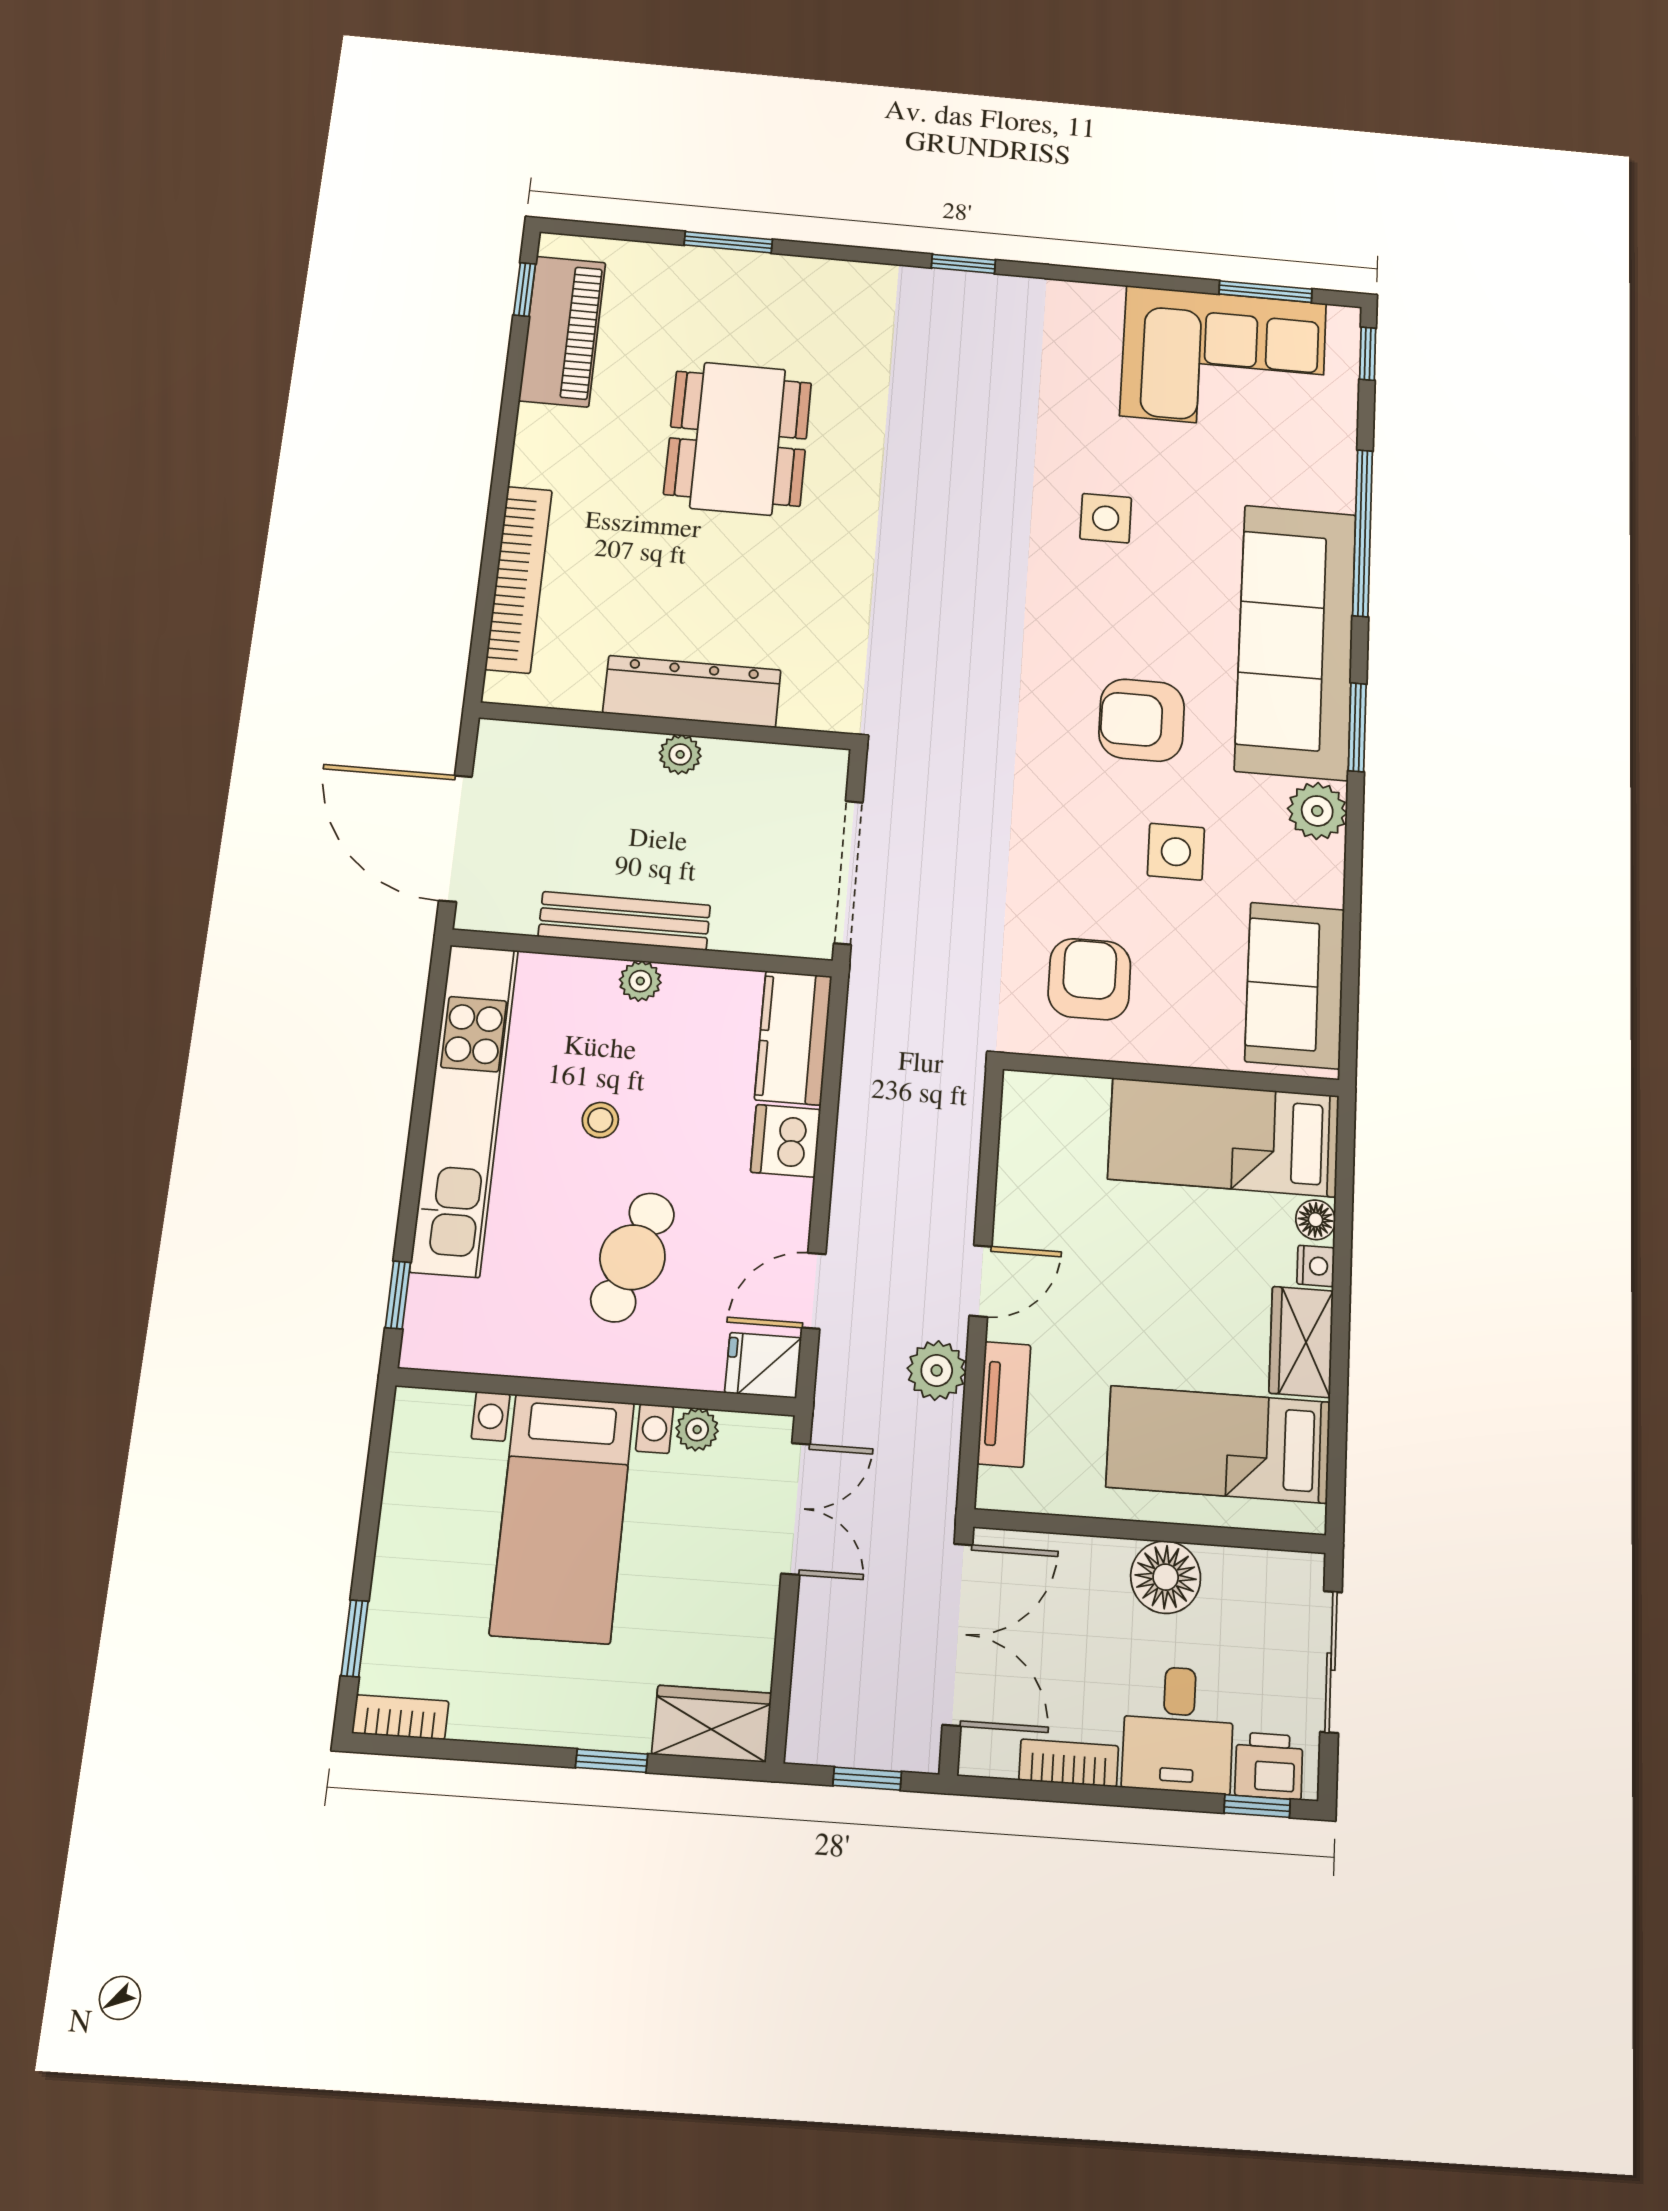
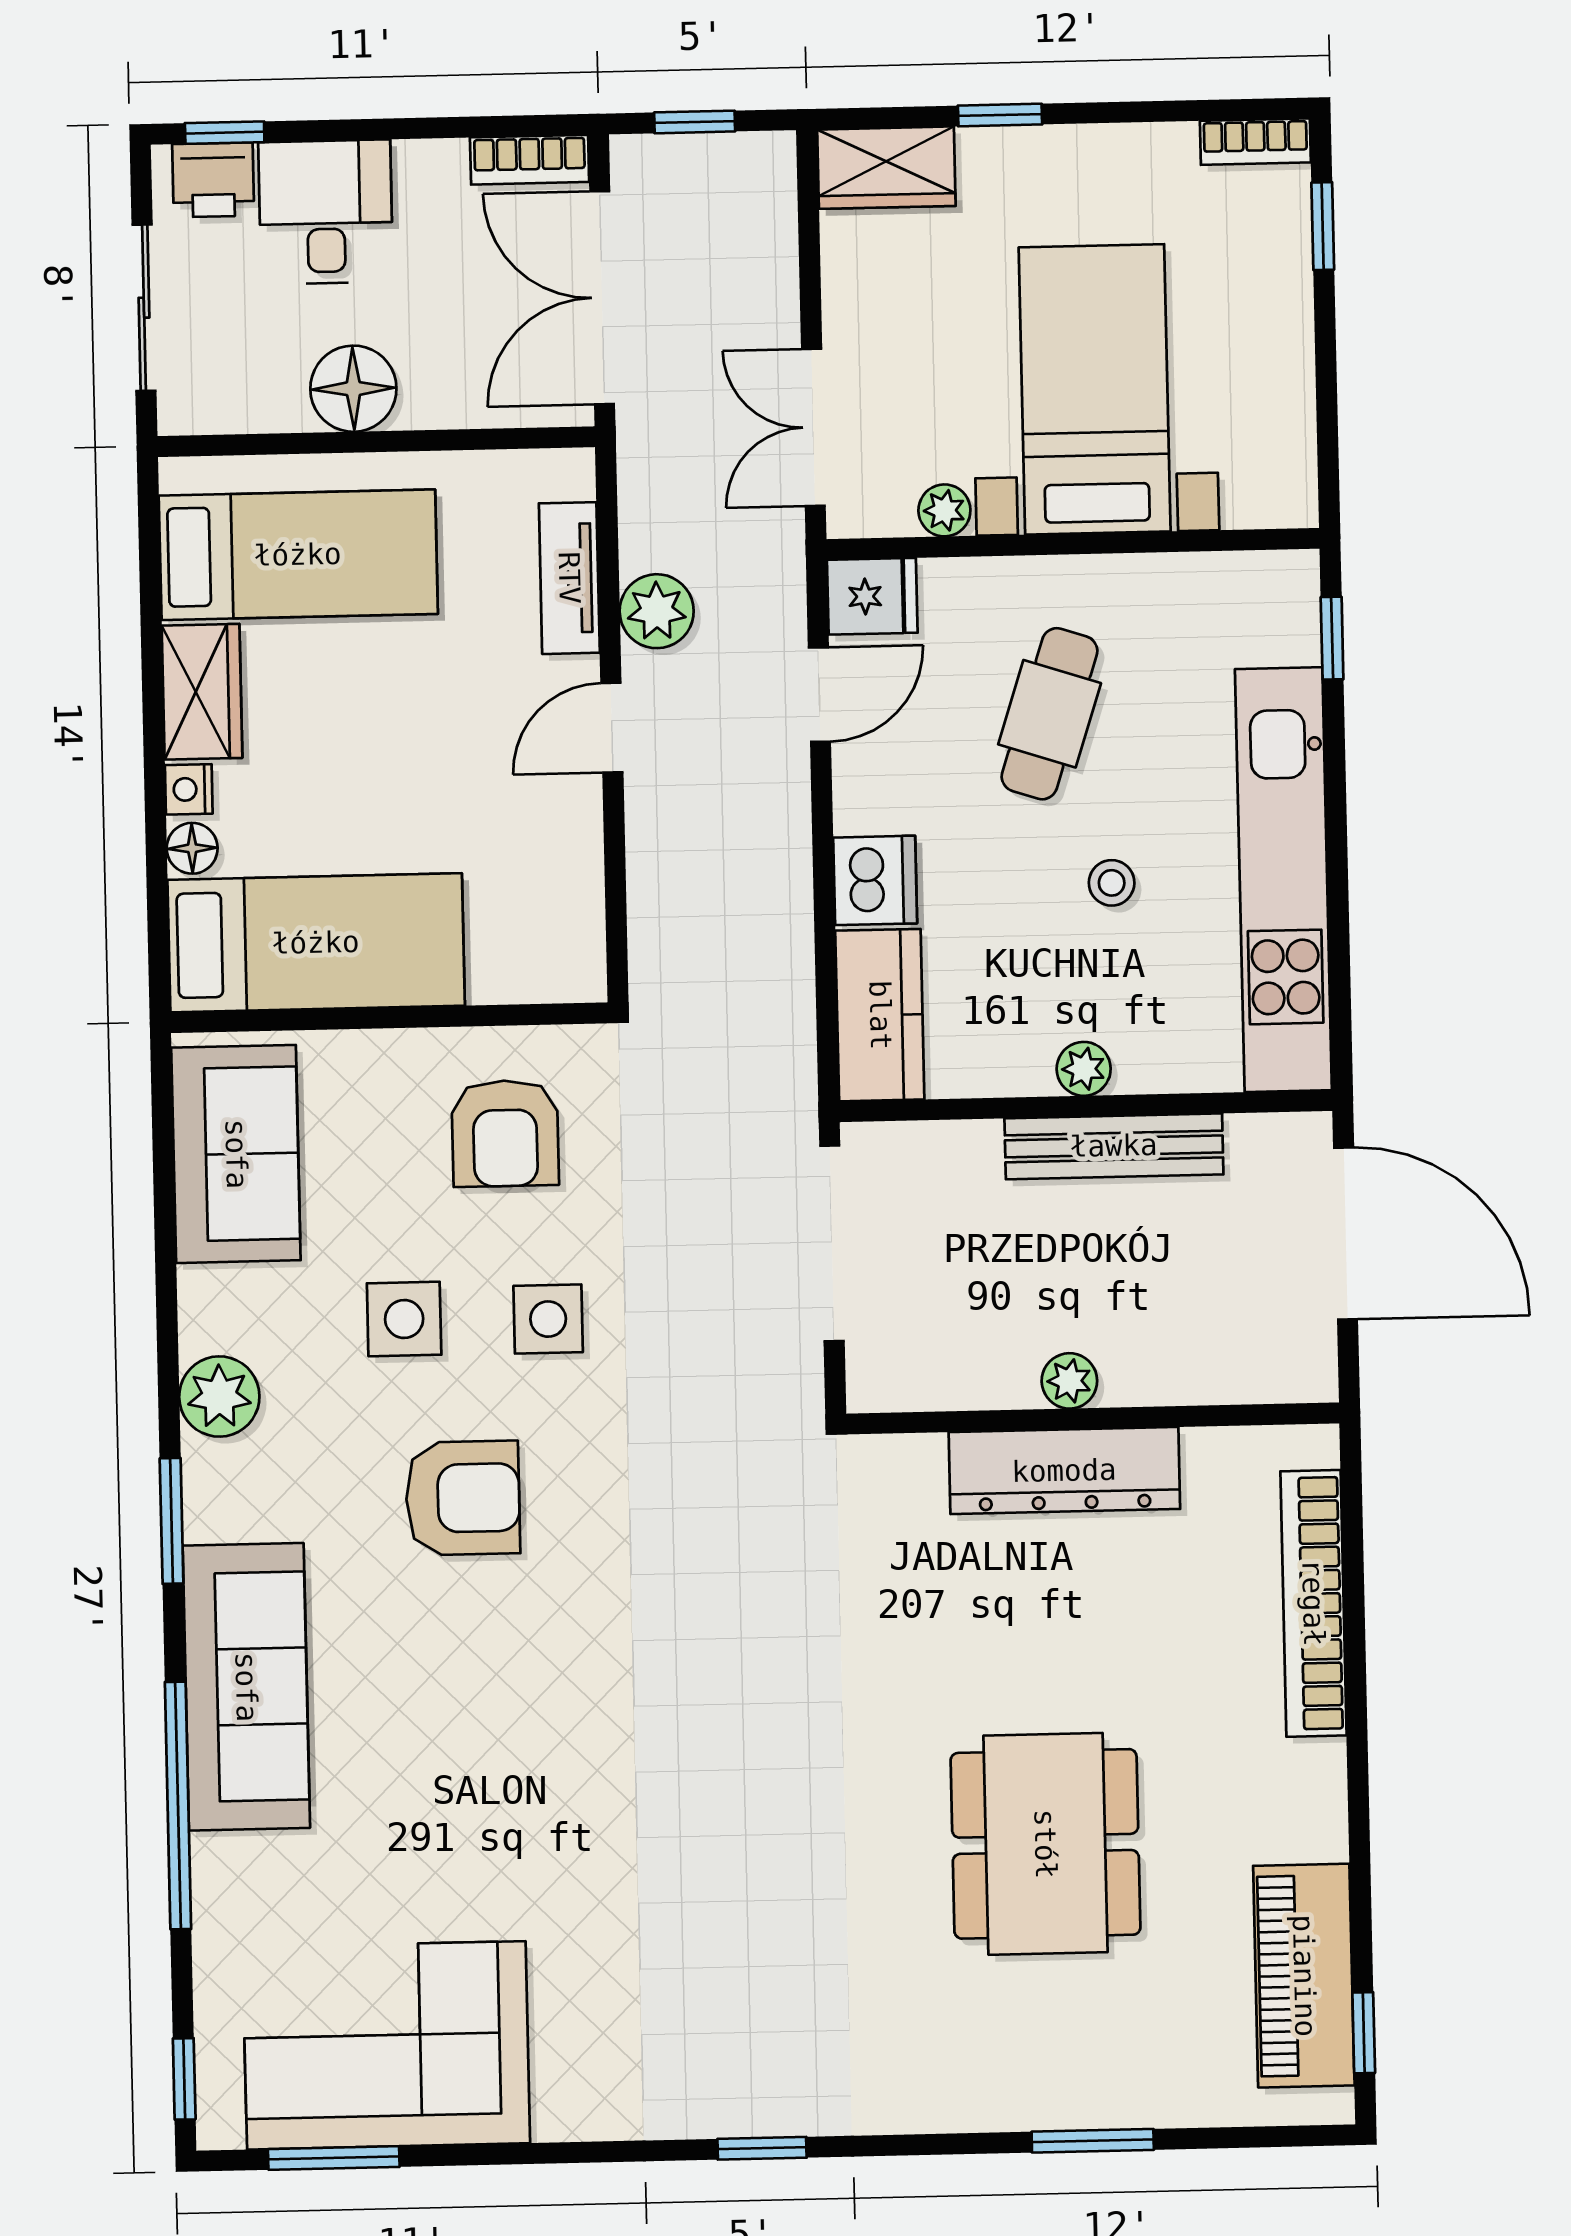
side table: (1106, 518) -> (548, 1319), moved
sofa: (1296, 641) -> (246, 1687), width x0.74, depth x0.79
bookcase: (1069, 1763) -> (530, 160), moved

